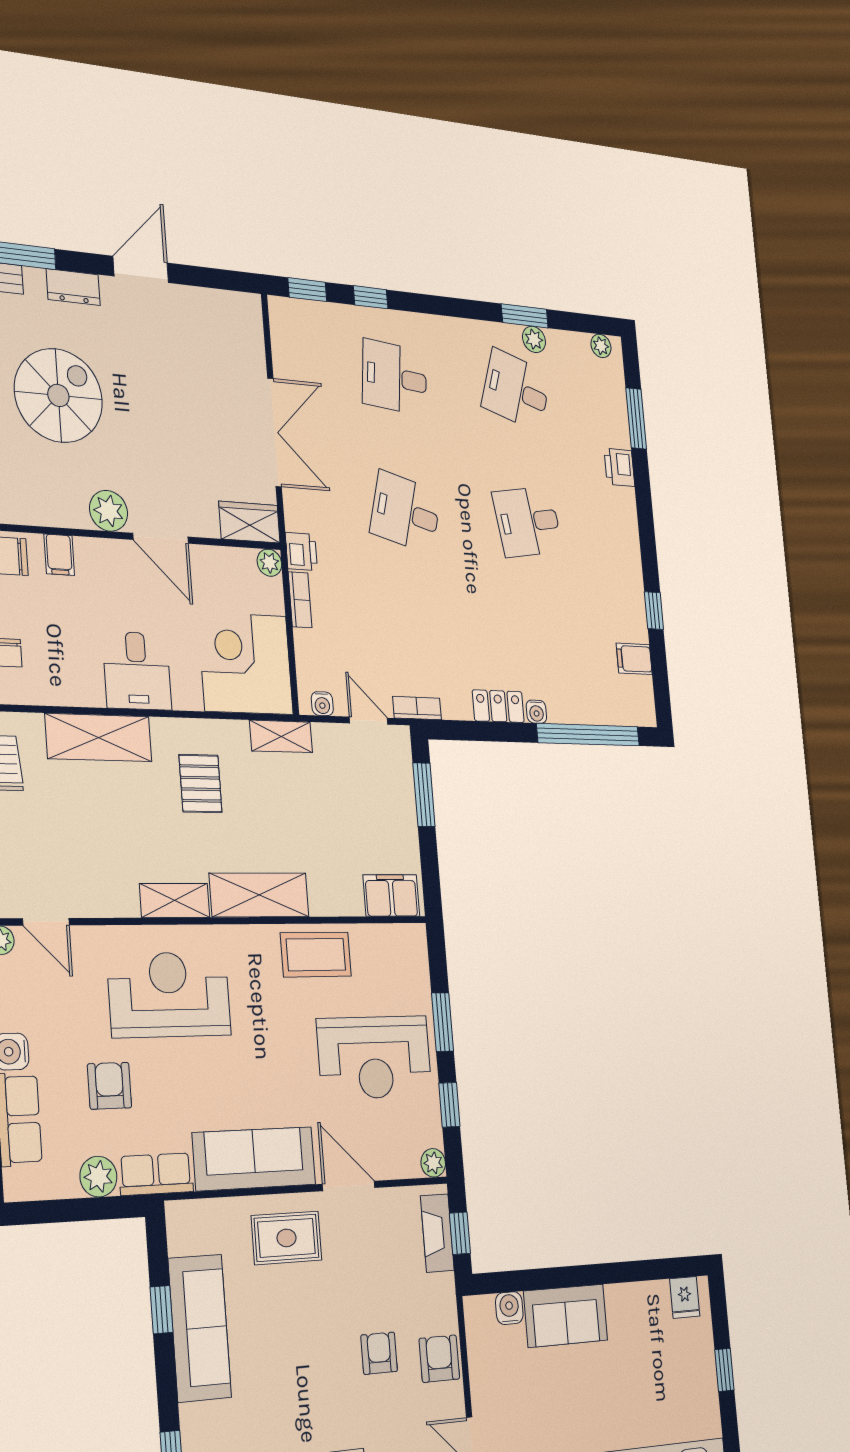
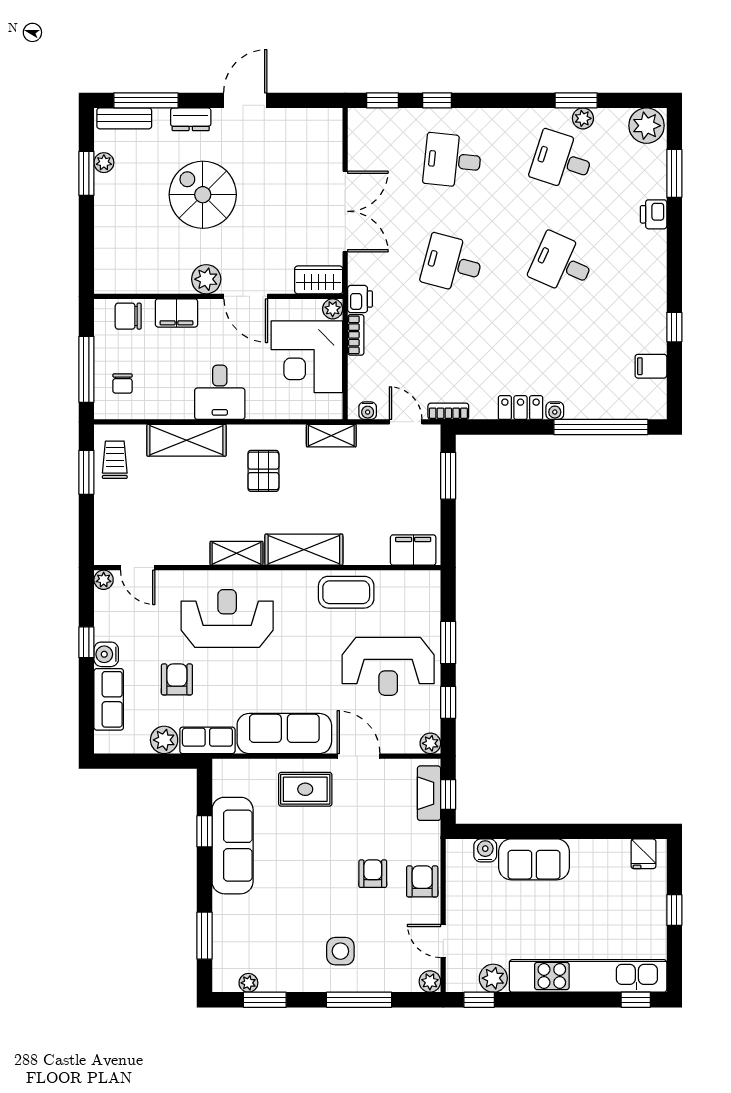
plant: (601, 346) -> (646, 126), width x1.88, depth x1.88
spiral stairs: (58, 395) -> (203, 195), moved, turned -90
desk: (528, 522) -> (562, 264), turned 33
filing cabinet: (59, 555) -> (176, 313), width x2.00
corner desk: (246, 663) -> (307, 357), moved, turned -90

